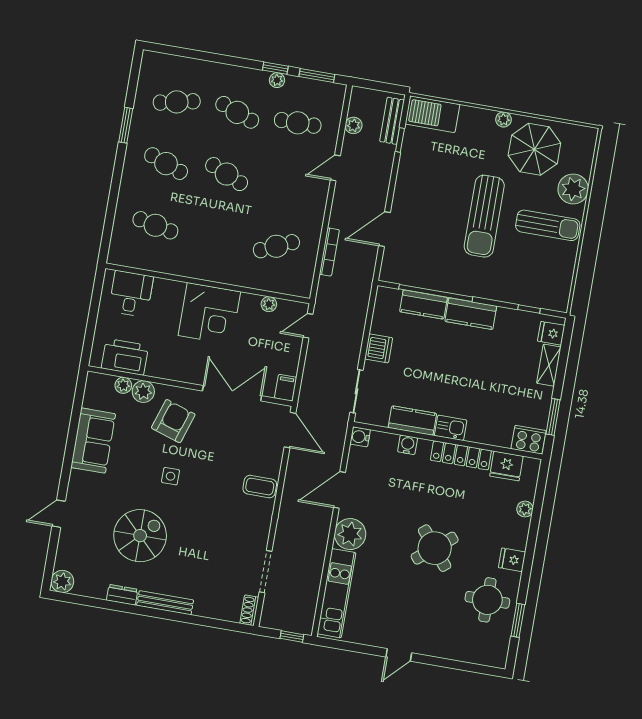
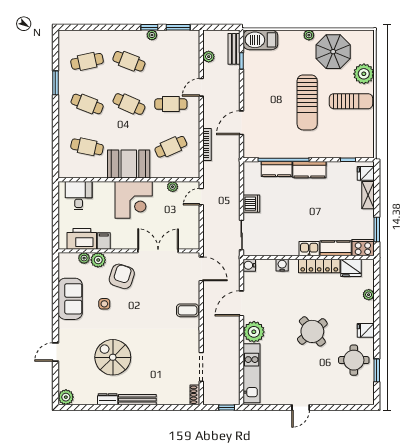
cafe table: (298, 123) -> (171, 104), moved
booth: (211, 261) -> (129, 164), added
filing cabinet: (286, 388) -> (104, 241), moved
kitchen counter: (412, 421) -> (336, 248), moved
side table: (171, 476) -> (104, 304), moved
spiral stairs: (140, 536) -> (113, 357), turned -90

